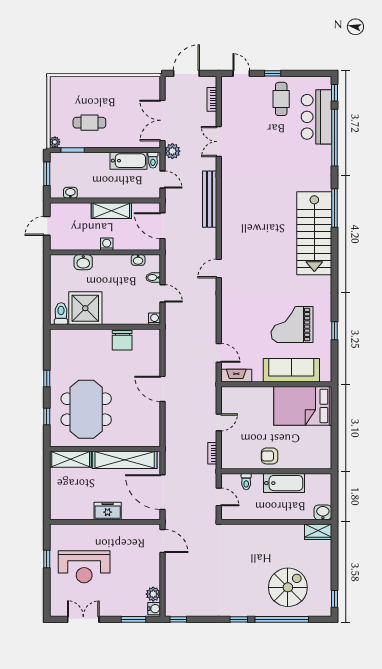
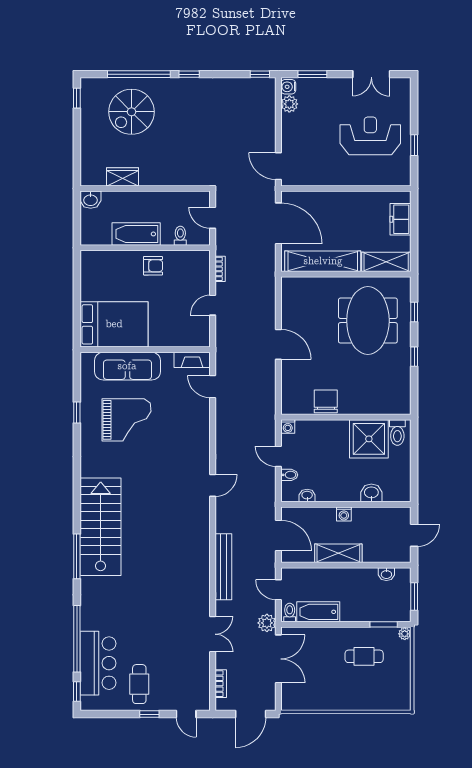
freezer: (108, 511) -> (400, 219), moved, turned 90
wardrobe: (318, 532) -> (123, 177), moved

